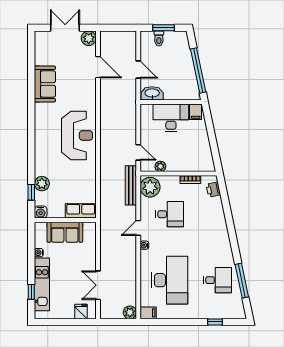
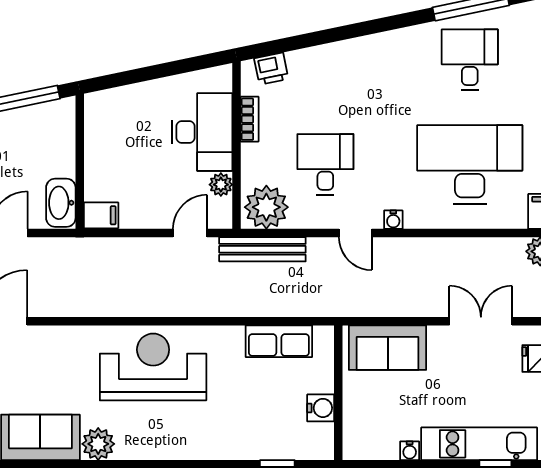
filing cabinet: (196, 112) -> (101, 215), moved
desk: (171, 118) -> (202, 132), moved, turned 180
plant: (42, 184) -> (98, 444), moved
row of seats: (81, 211) -> (279, 341), moved, turned -90
water cooler: (41, 212) -> (321, 408), moved
sofa: (65, 232) -> (388, 348), moved, turned 90
double door: (98, 285) -> (481, 321), swing flipped

